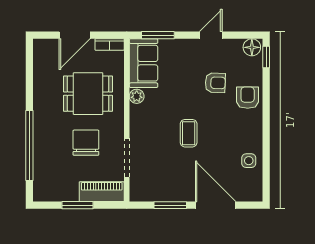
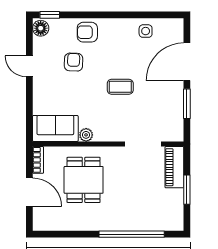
window: (158, 35) -> (29, 115), removed
chair: (86, 143) -> (129, 182), removed

